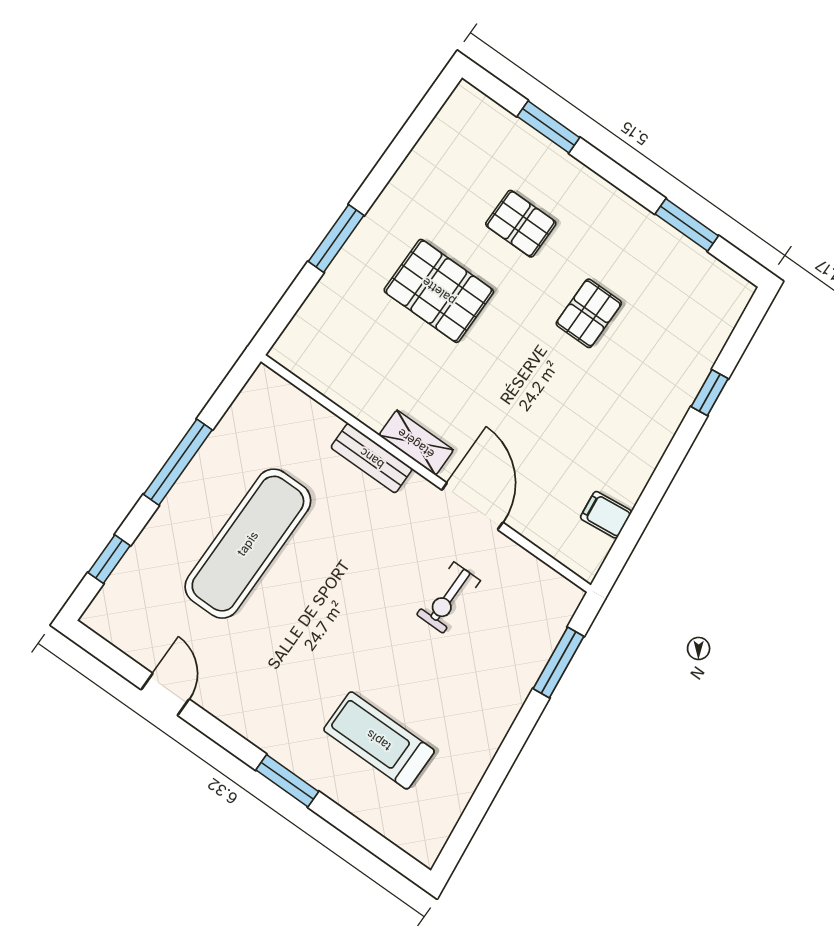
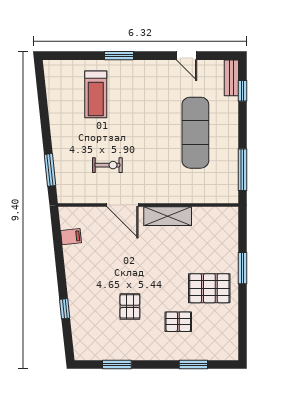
pallet: (439, 291) -> (209, 288), moved
shelving: (416, 443) -> (168, 216), width x1.50, depth x1.33
bench: (372, 458) -> (231, 78), moved, turned 90
window: (178, 462) -> (242, 170), moved
exercise bike: (448, 598) -> (107, 165), turned 90
treadmill: (379, 740) -> (96, 94), turned 90

